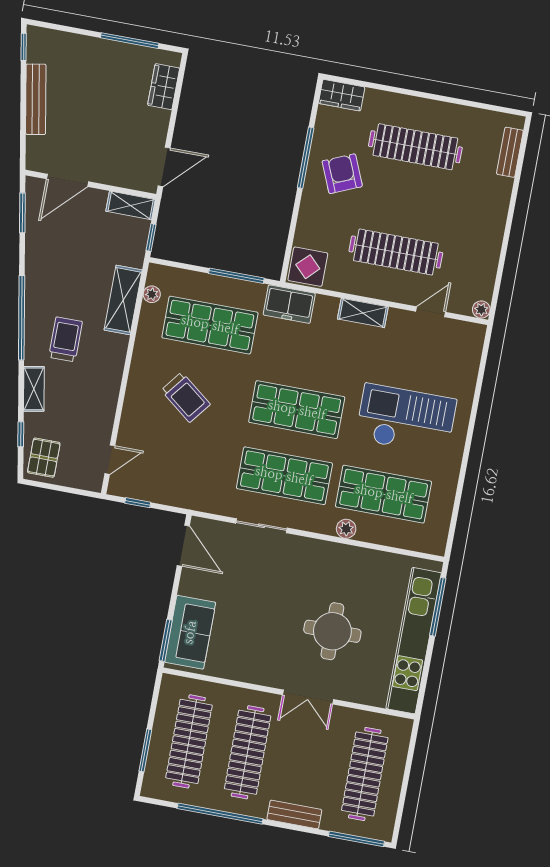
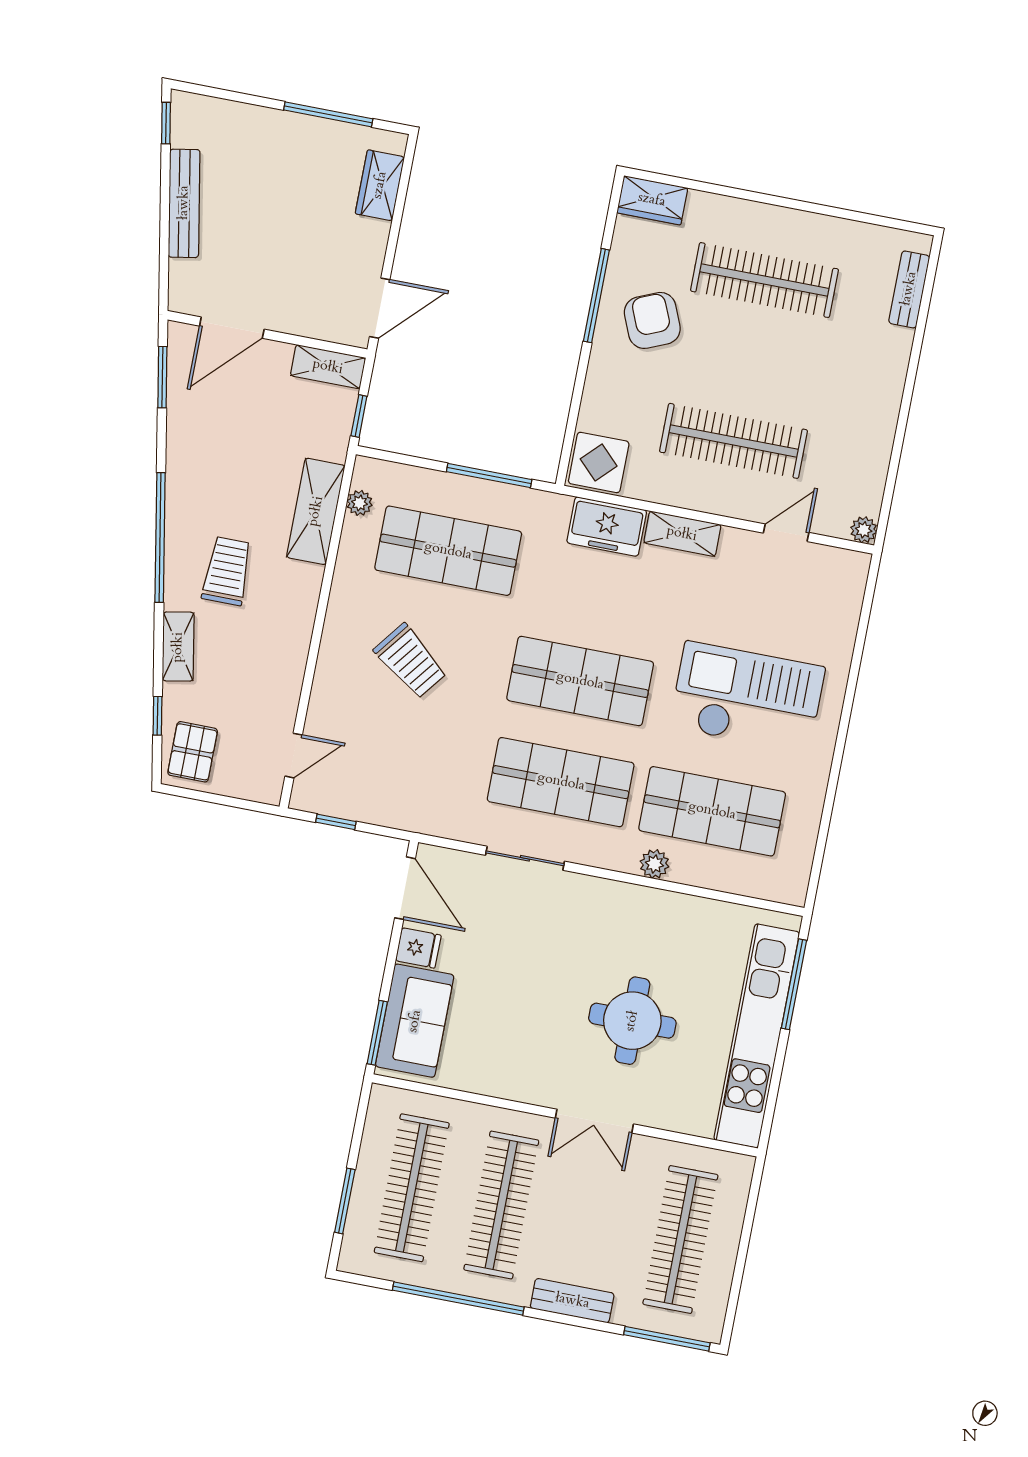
freezer: (289, 304) -> (607, 527), moved
fridge: (192, 585) -> (418, 948), added

